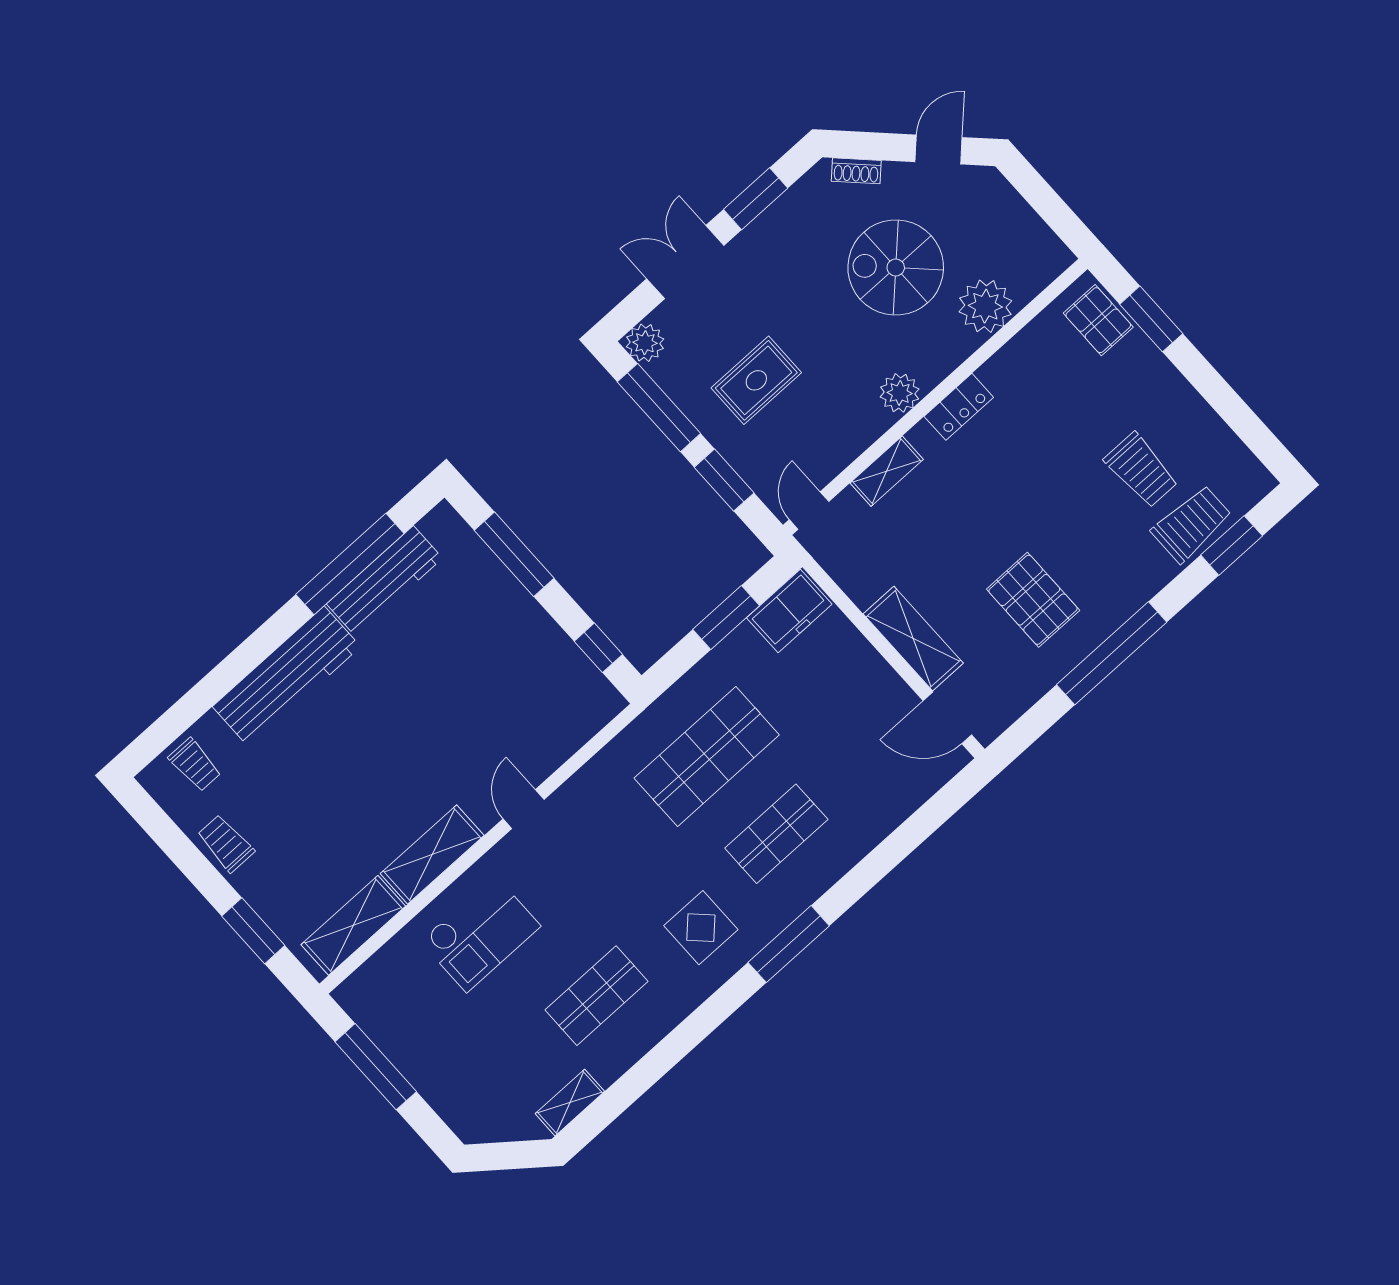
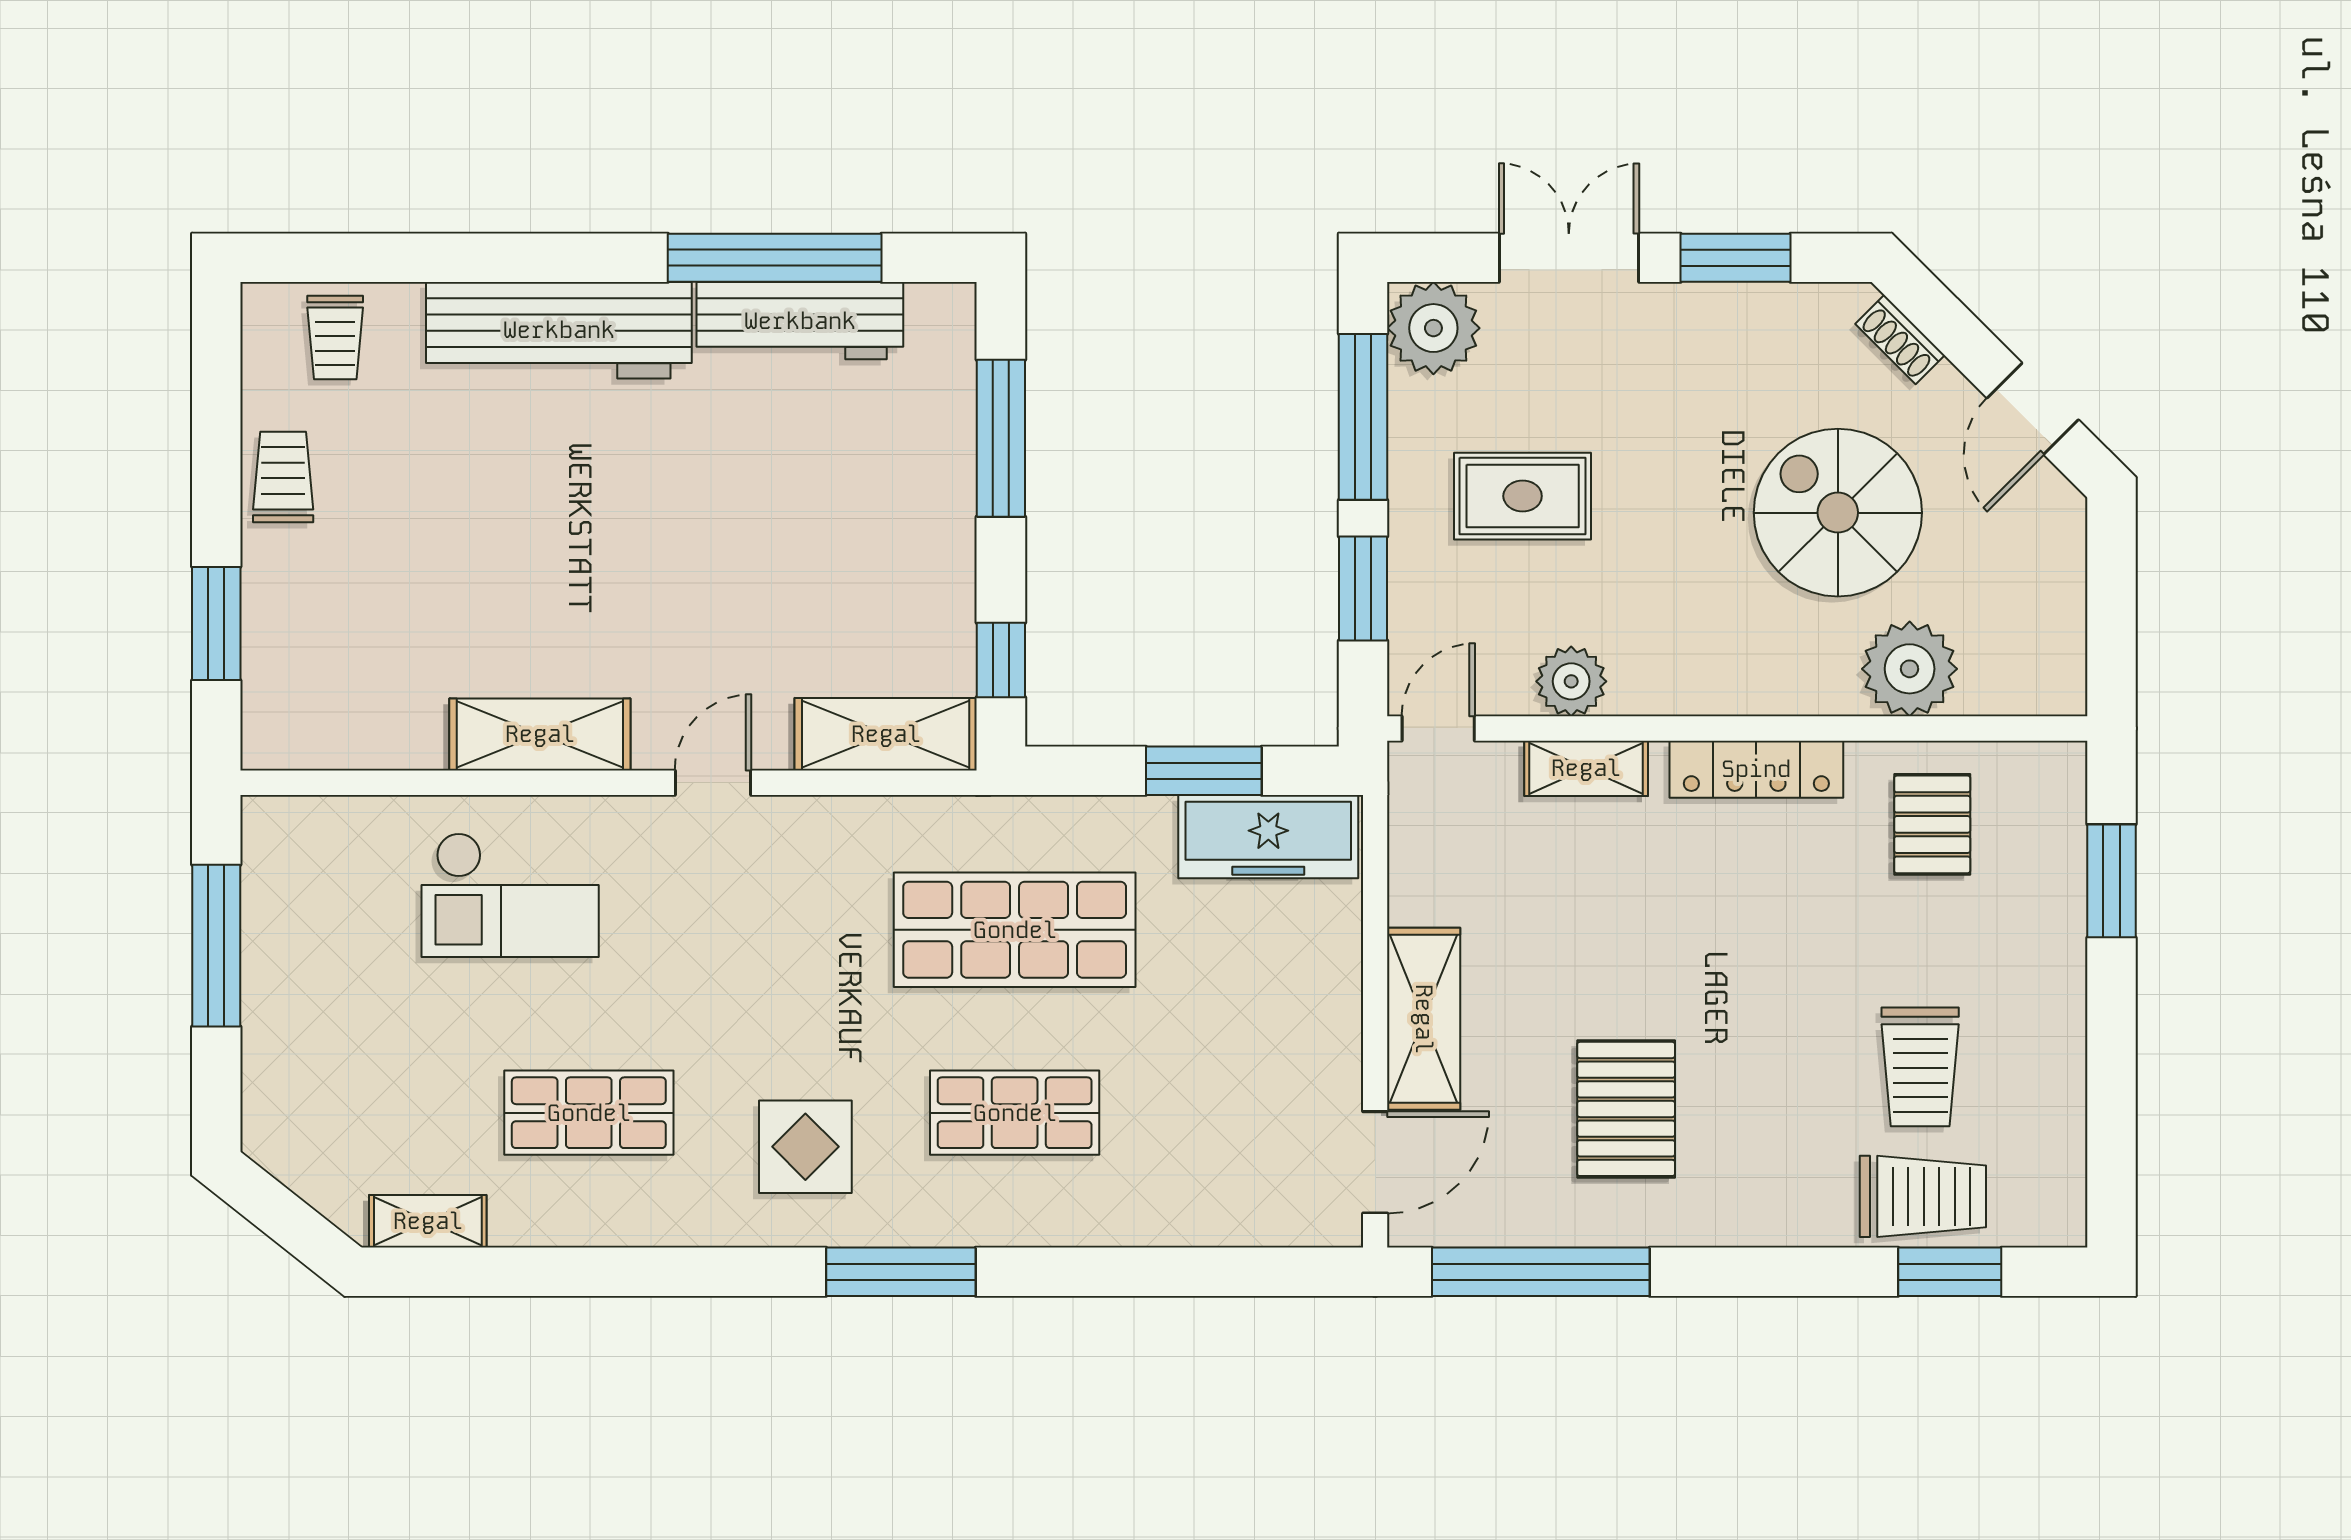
door: (939, 150) -> (2033, 409), swing flipped
pallet: (1098, 320) -> (1932, 824), moved
plant: (645, 343) -> (1433, 328), width x1.36, depth x1.36
plant: (900, 393) -> (1571, 681), moved
locker: (959, 407) -> (1756, 769), width x1.53
freezer: (789, 611) -> (1268, 837), width x1.40
window: (1112, 653) -> (1541, 1272), moved
door: (947, 718) -> (1375, 1162), swing flipped
shelving: (353, 925) -> (886, 734), moved

